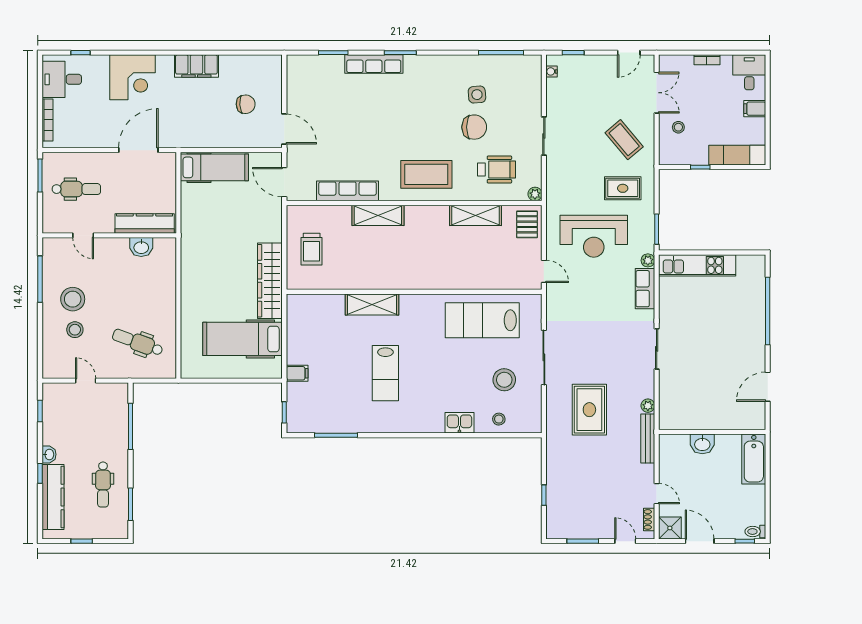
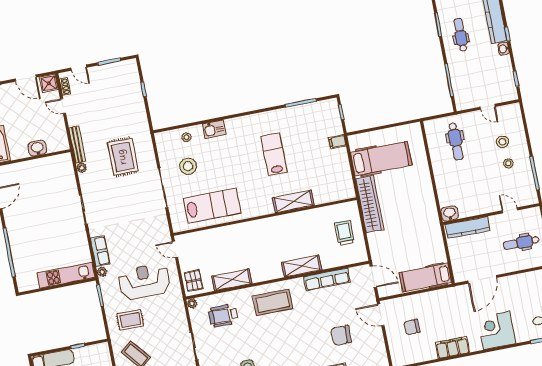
chair: (474, 127) -> (341, 335), moved
washbasin: (141, 247) -> (450, 214), moved
stool: (73, 299) -> (508, 163), width x0.53, depth x0.53
dental chair: (138, 342) -> (456, 141), turned 70

